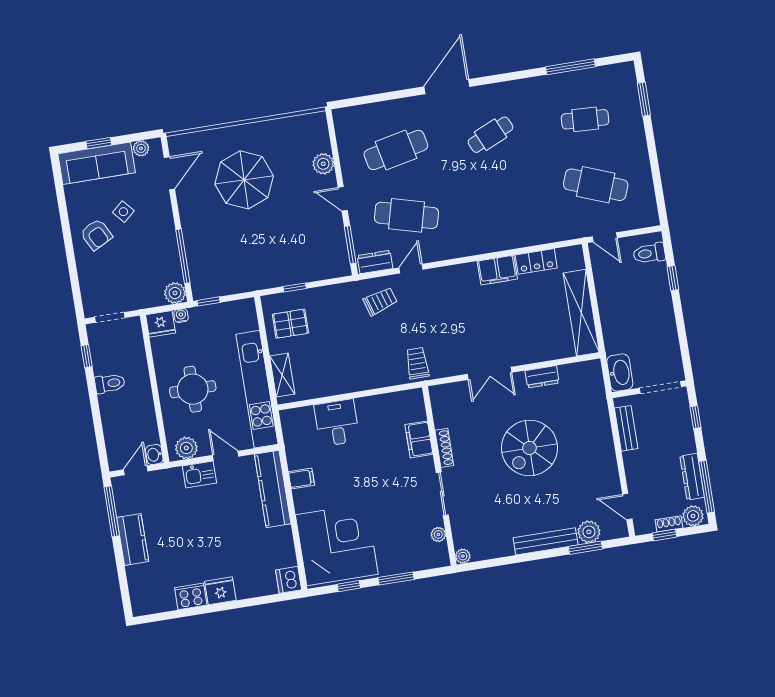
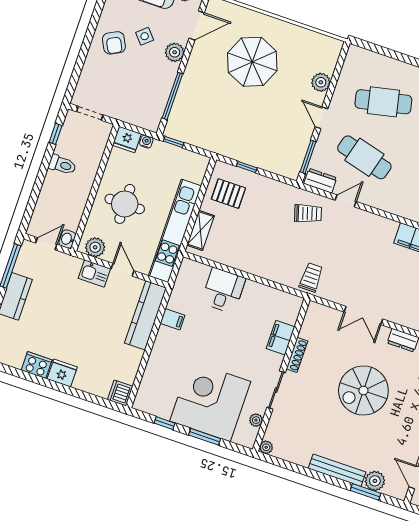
plant: (175, 293) -> (175, 52), moved
corner desk: (337, 545) -> (210, 401), moved, turned -90

